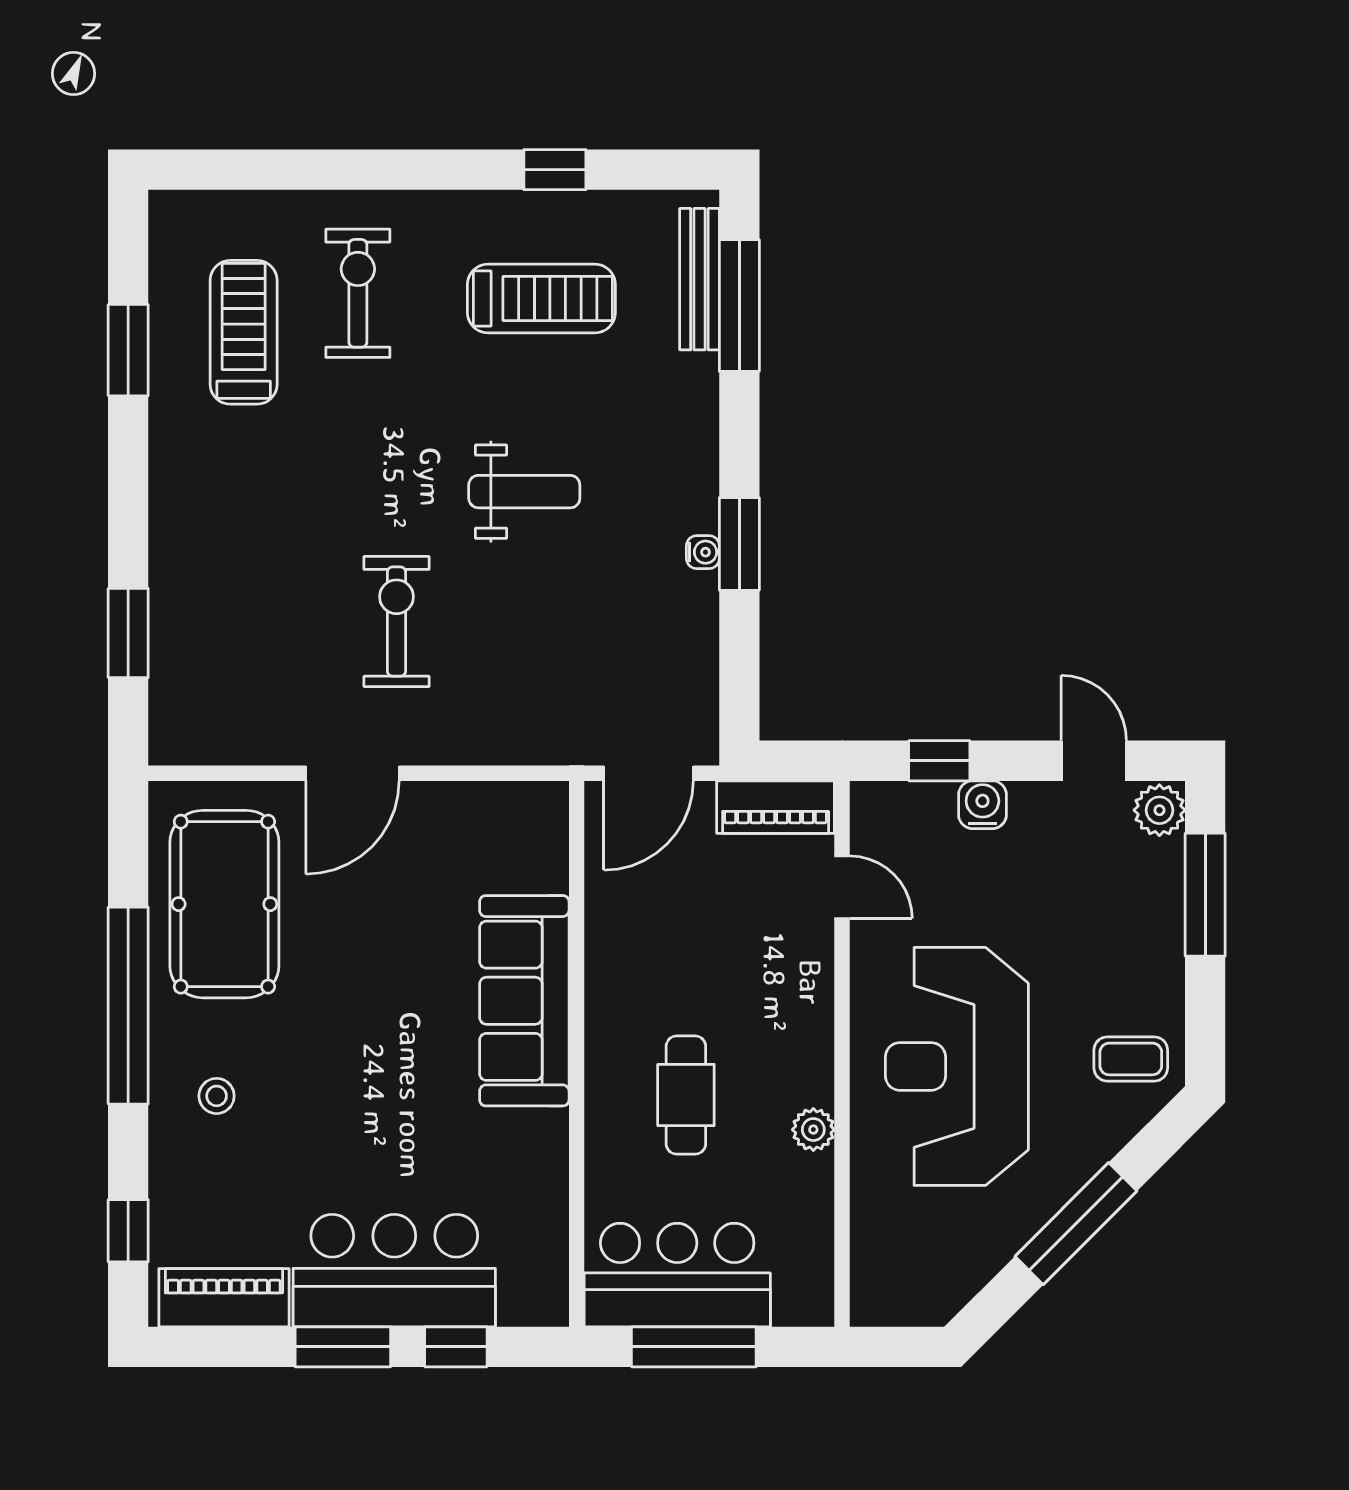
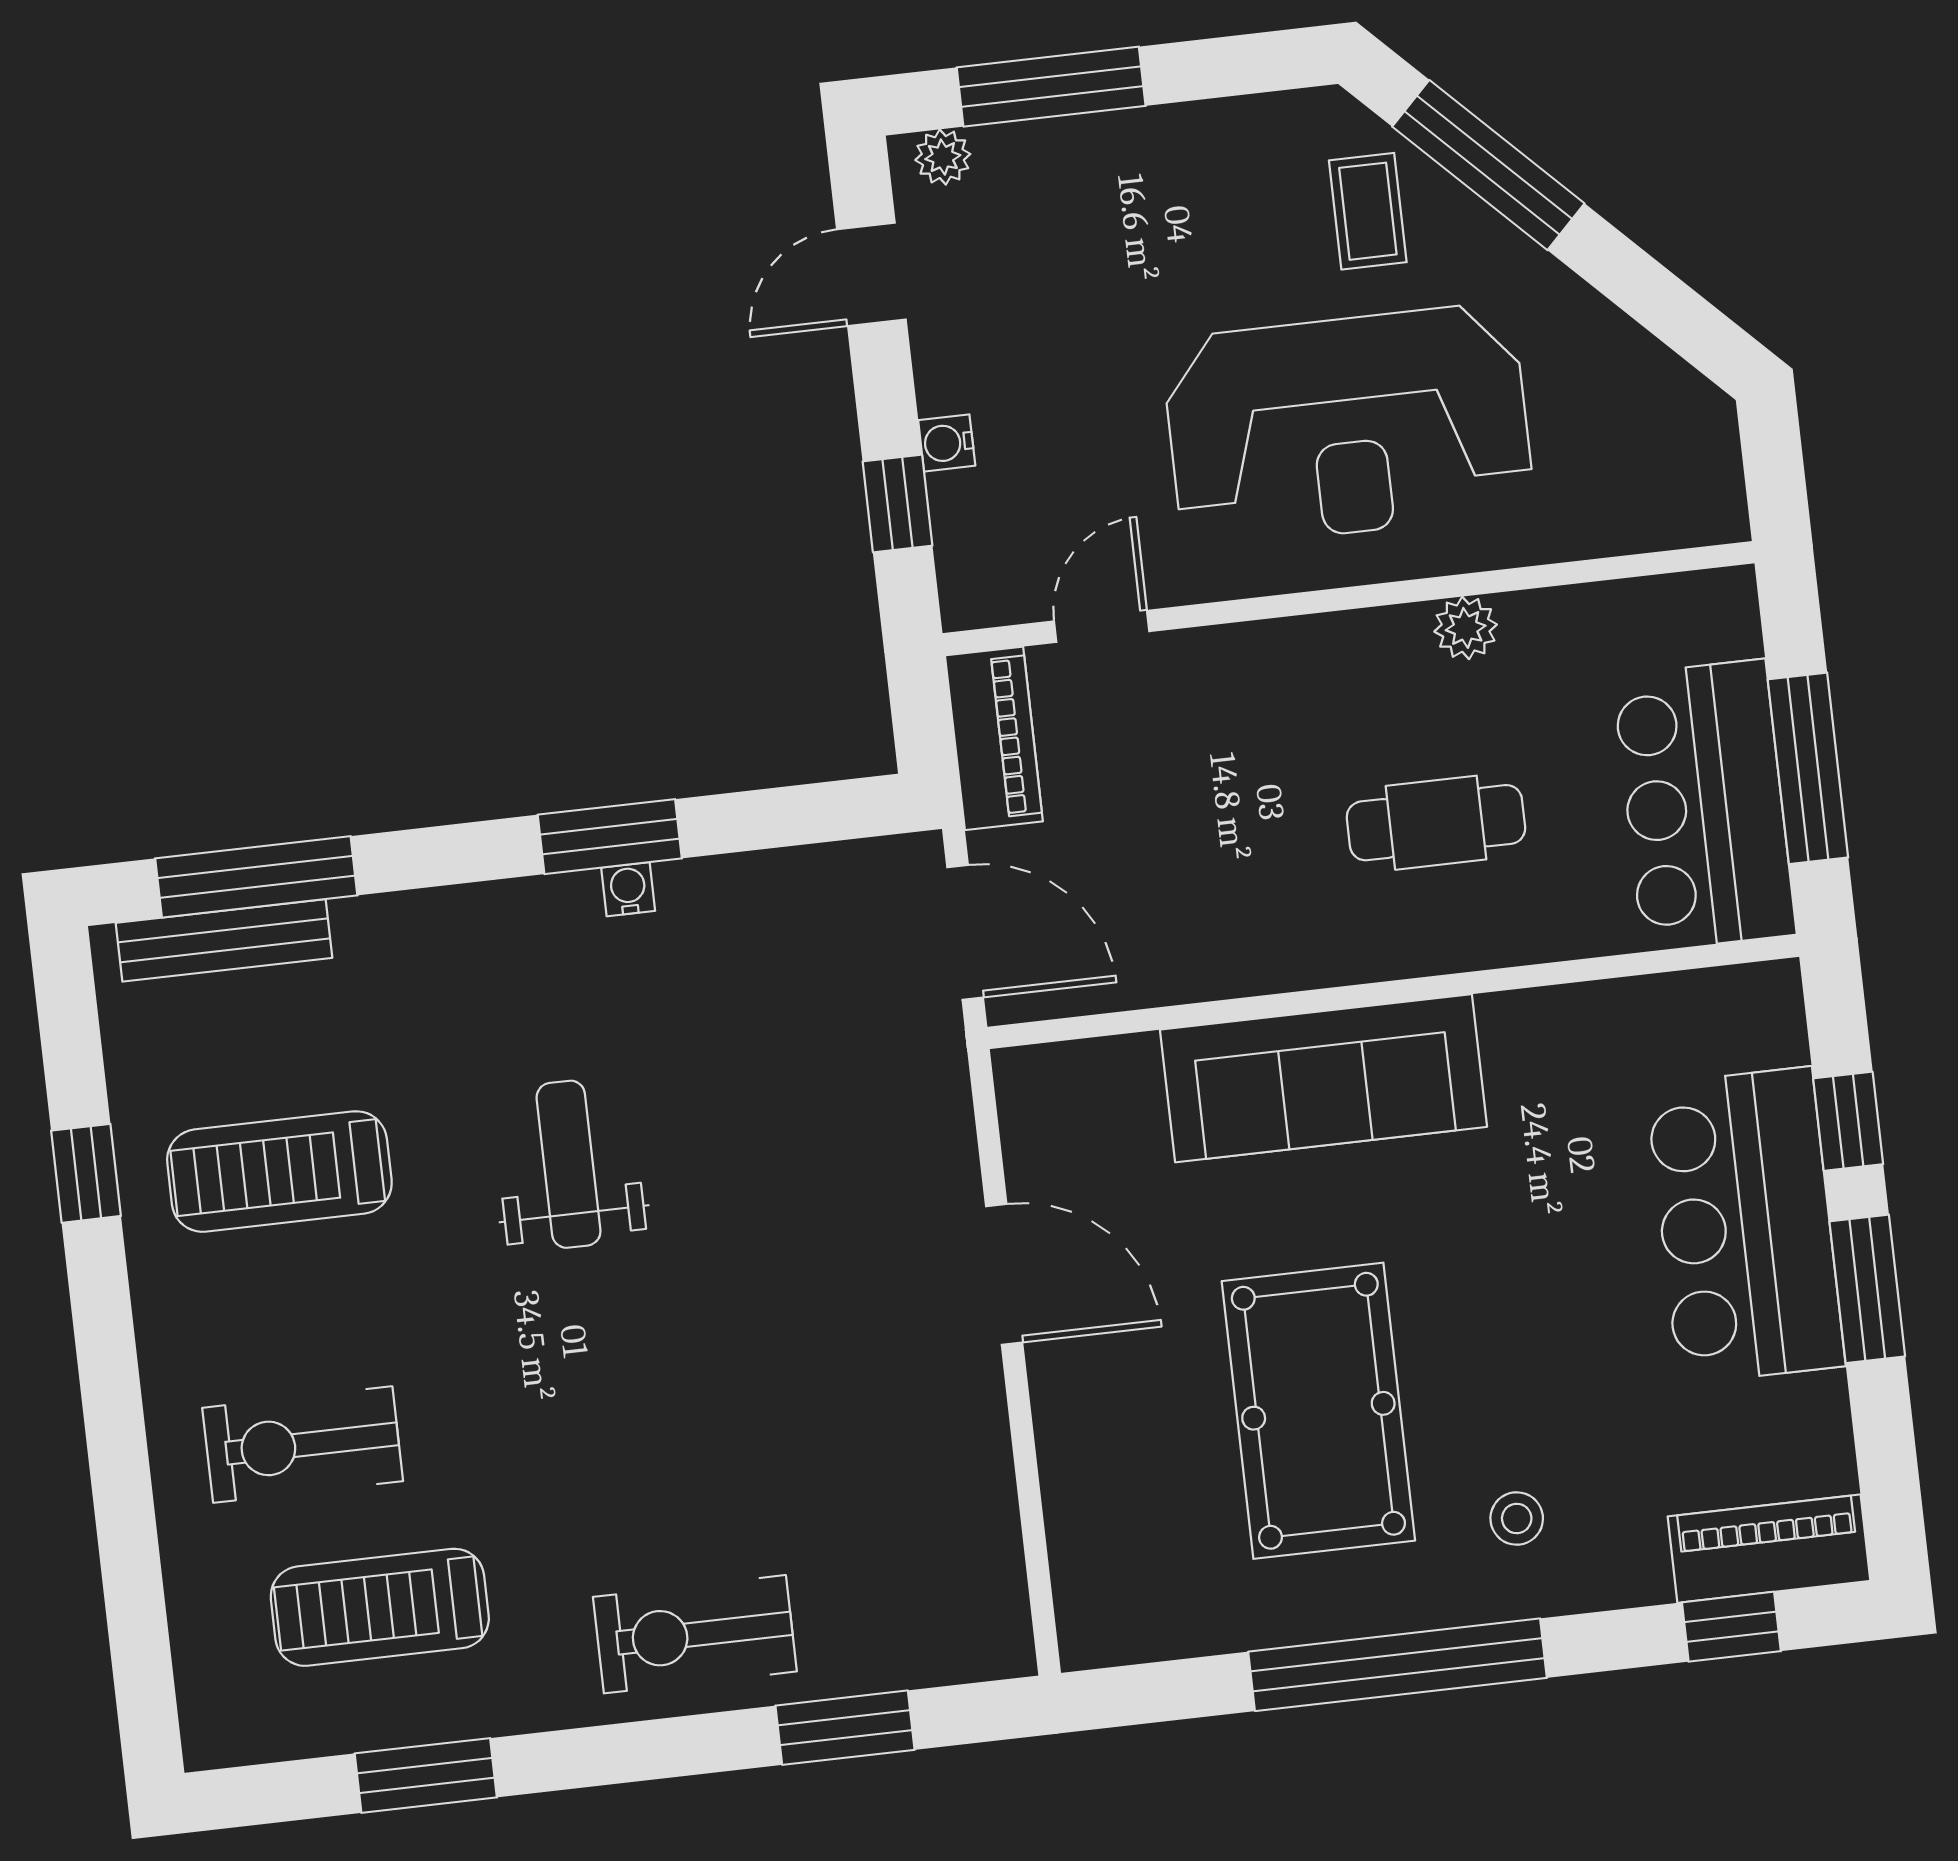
treadmill: (541, 299) -> (279, 1172), turned -90
exercise bike: (396, 622) -> (695, 1634), moved
door: (352, 773) -> (1004, 1274), moved
water cooler: (982, 805) -> (947, 443), width x0.72, depth x0.72
plant: (1159, 810) -> (943, 157), width x0.73, depth x0.73
pool table: (224, 904) -> (1318, 1411), moved, turned 90
coffee table: (1131, 1059) -> (1368, 211), moved
window: (1076, 1224) -> (1488, 165), moved
piano: (224, 1298) -> (1769, 1549), moved, turned 90

